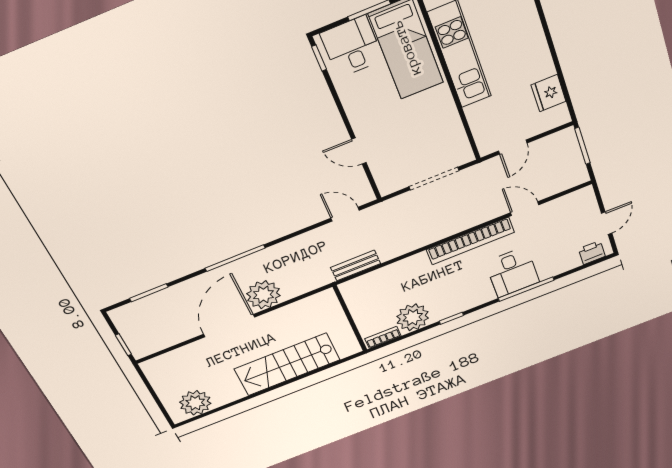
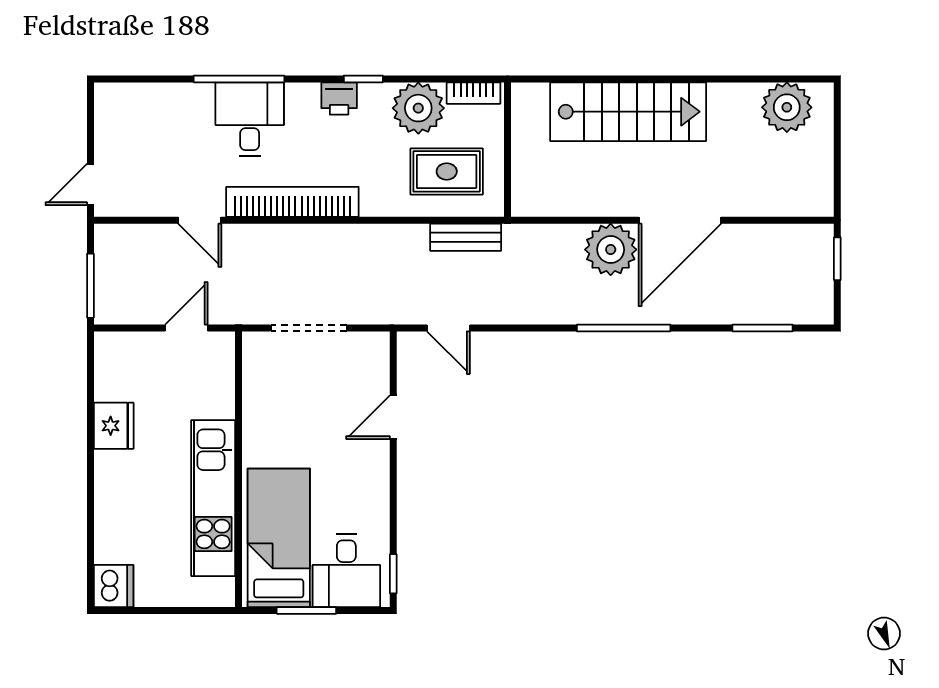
fridge: (549, 93) -> (114, 426), moved
door: (359, 151) -> (393, 417), swing flipped
door: (607, 223) -> (90, 184), moved
printer: (592, 253) -> (339, 99), moved
rug: (382, 294) -> (447, 171), added

